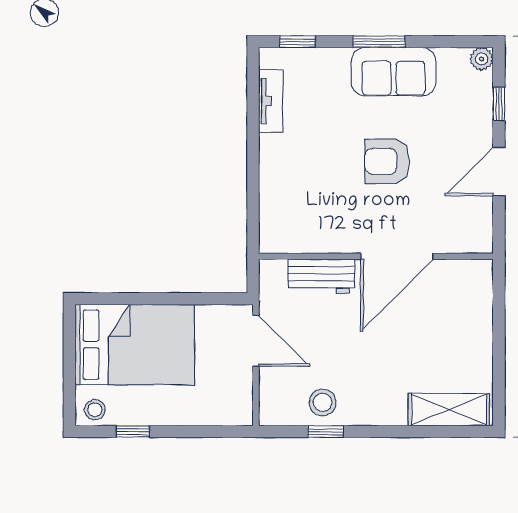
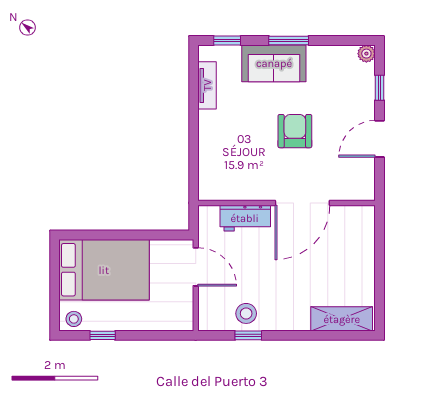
sofa: (394, 72) -> (274, 63), moved
armchair: (387, 161) -> (295, 131), turned 90

